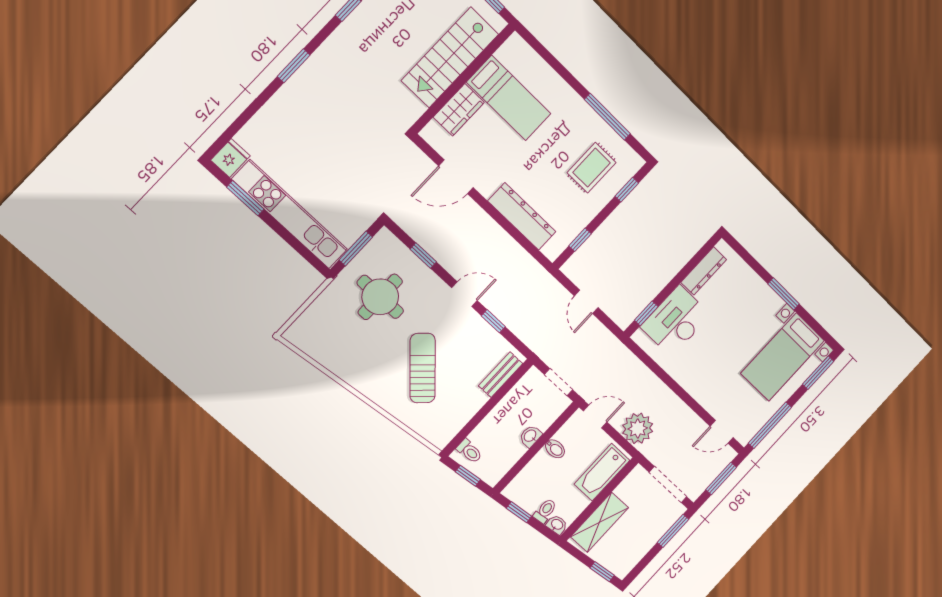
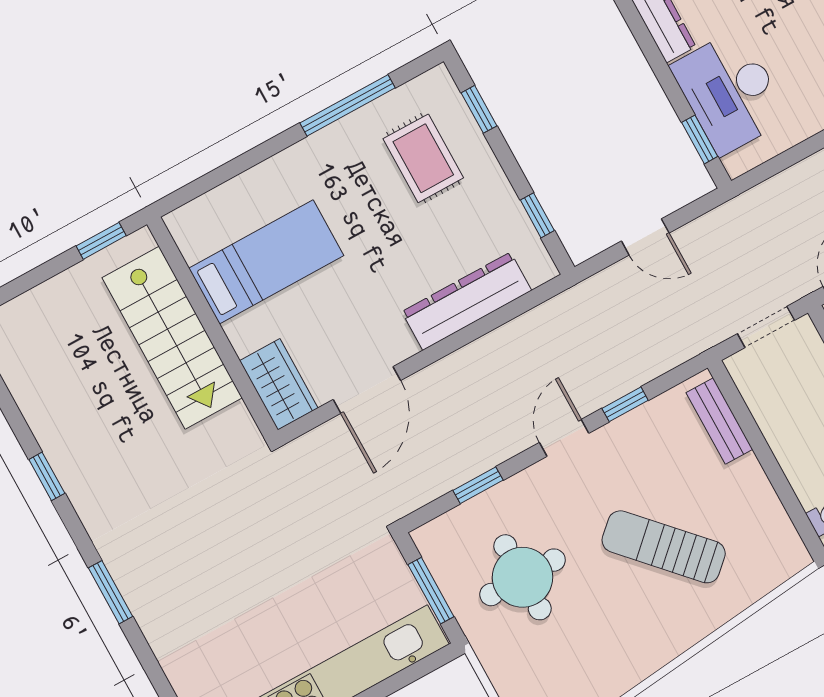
wardrobe: (459, 110) -> (279, 384), moved

